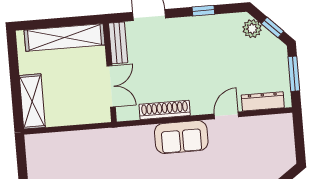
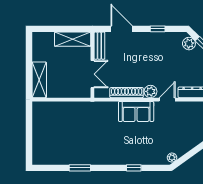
shelving: (65, 37) -> (73, 39), width x0.68
plant: (200, 105) -> (151, 91), added

